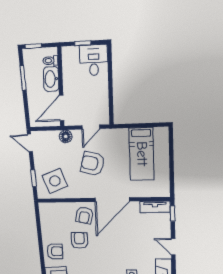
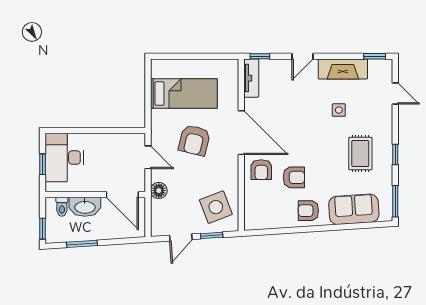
desk: (94, 60) -> (64, 158), width x1.37
door: (30, 143) -> (181, 237), moved
armchair: (93, 164) -> (194, 140), moved
armchair: (84, 215) -> (261, 170), turned 78
armchair: (79, 240) -> (294, 177), turned 180
armchair: (55, 251) -> (308, 211), turned -90

